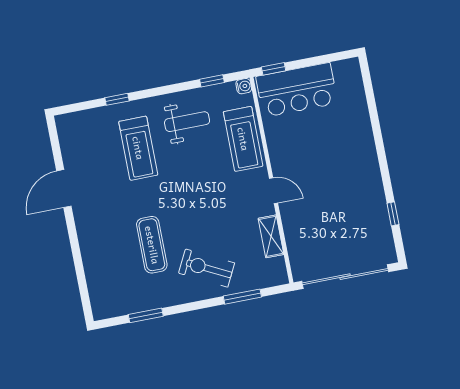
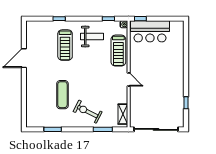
shelving: (271, 236) -> (123, 114), moved

